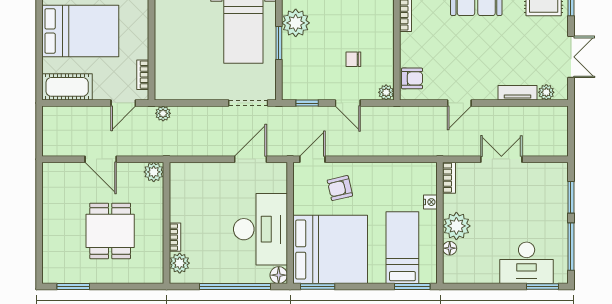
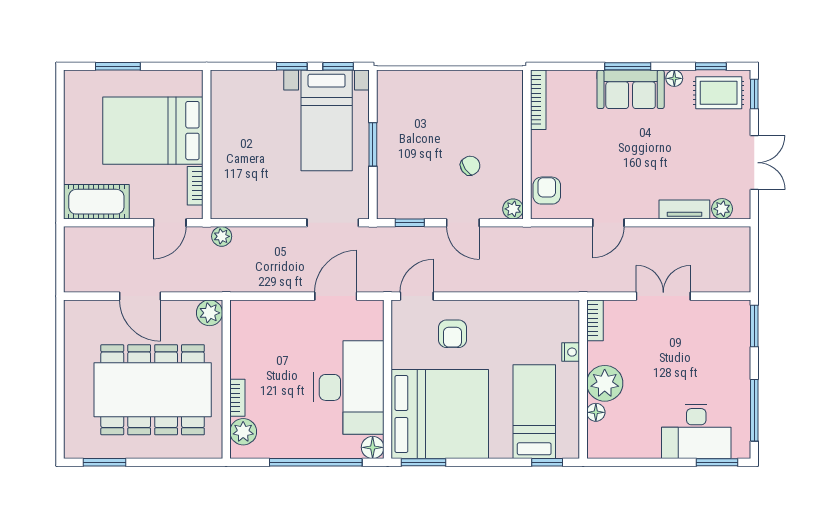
plant: (296, 23) -> (395, 118), removed
bed: (80, 31) -> (153, 131), moved, turned 180
chair: (353, 59) -> (470, 166), turned 146
armchair: (412, 78) -> (547, 191), turned -90
armchair: (340, 188) -> (452, 334), turned -77
window: (571, 197) -> (754, 326), moved
dining table: (110, 231) -> (153, 390), width x1.88, depth x1.24
window: (412, 287) -> (547, 462), width x0.67

